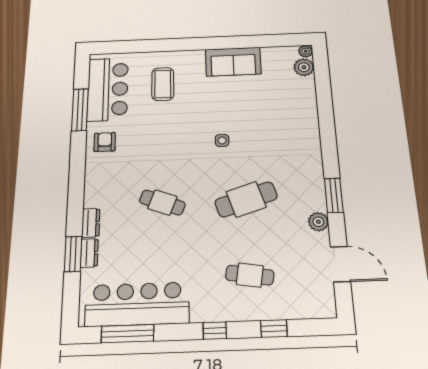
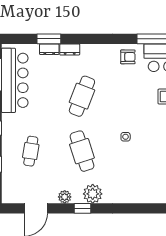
plant: (310, 182) -> (93, 194), added
window: (334, 195) -> (82, 208), width x0.67
cafe table: (162, 203) -> (82, 96), width x1.37, depth x1.35

